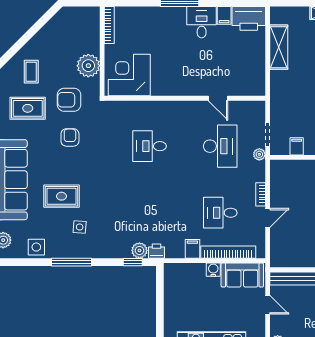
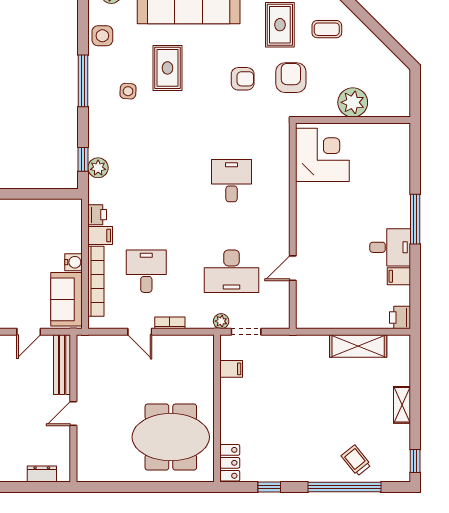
printer: (249, 18) -> (400, 317), width x0.53, depth x0.68
bookcase: (109, 25) -> (386, 129), removed
plant: (88, 66) -> (353, 102), moved
printer: (156, 251) -> (97, 215), moved

